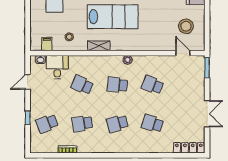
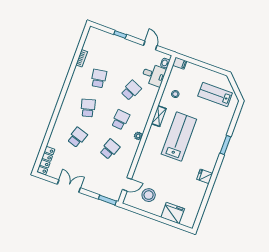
lab bench: (113, 17) -> (179, 137), turned 180
filing cabinet: (47, 44) -> (180, 63), moved
double door: (207, 114) -> (69, 186), swing flipped
school desk: (47, 124) -> (109, 49), removed

